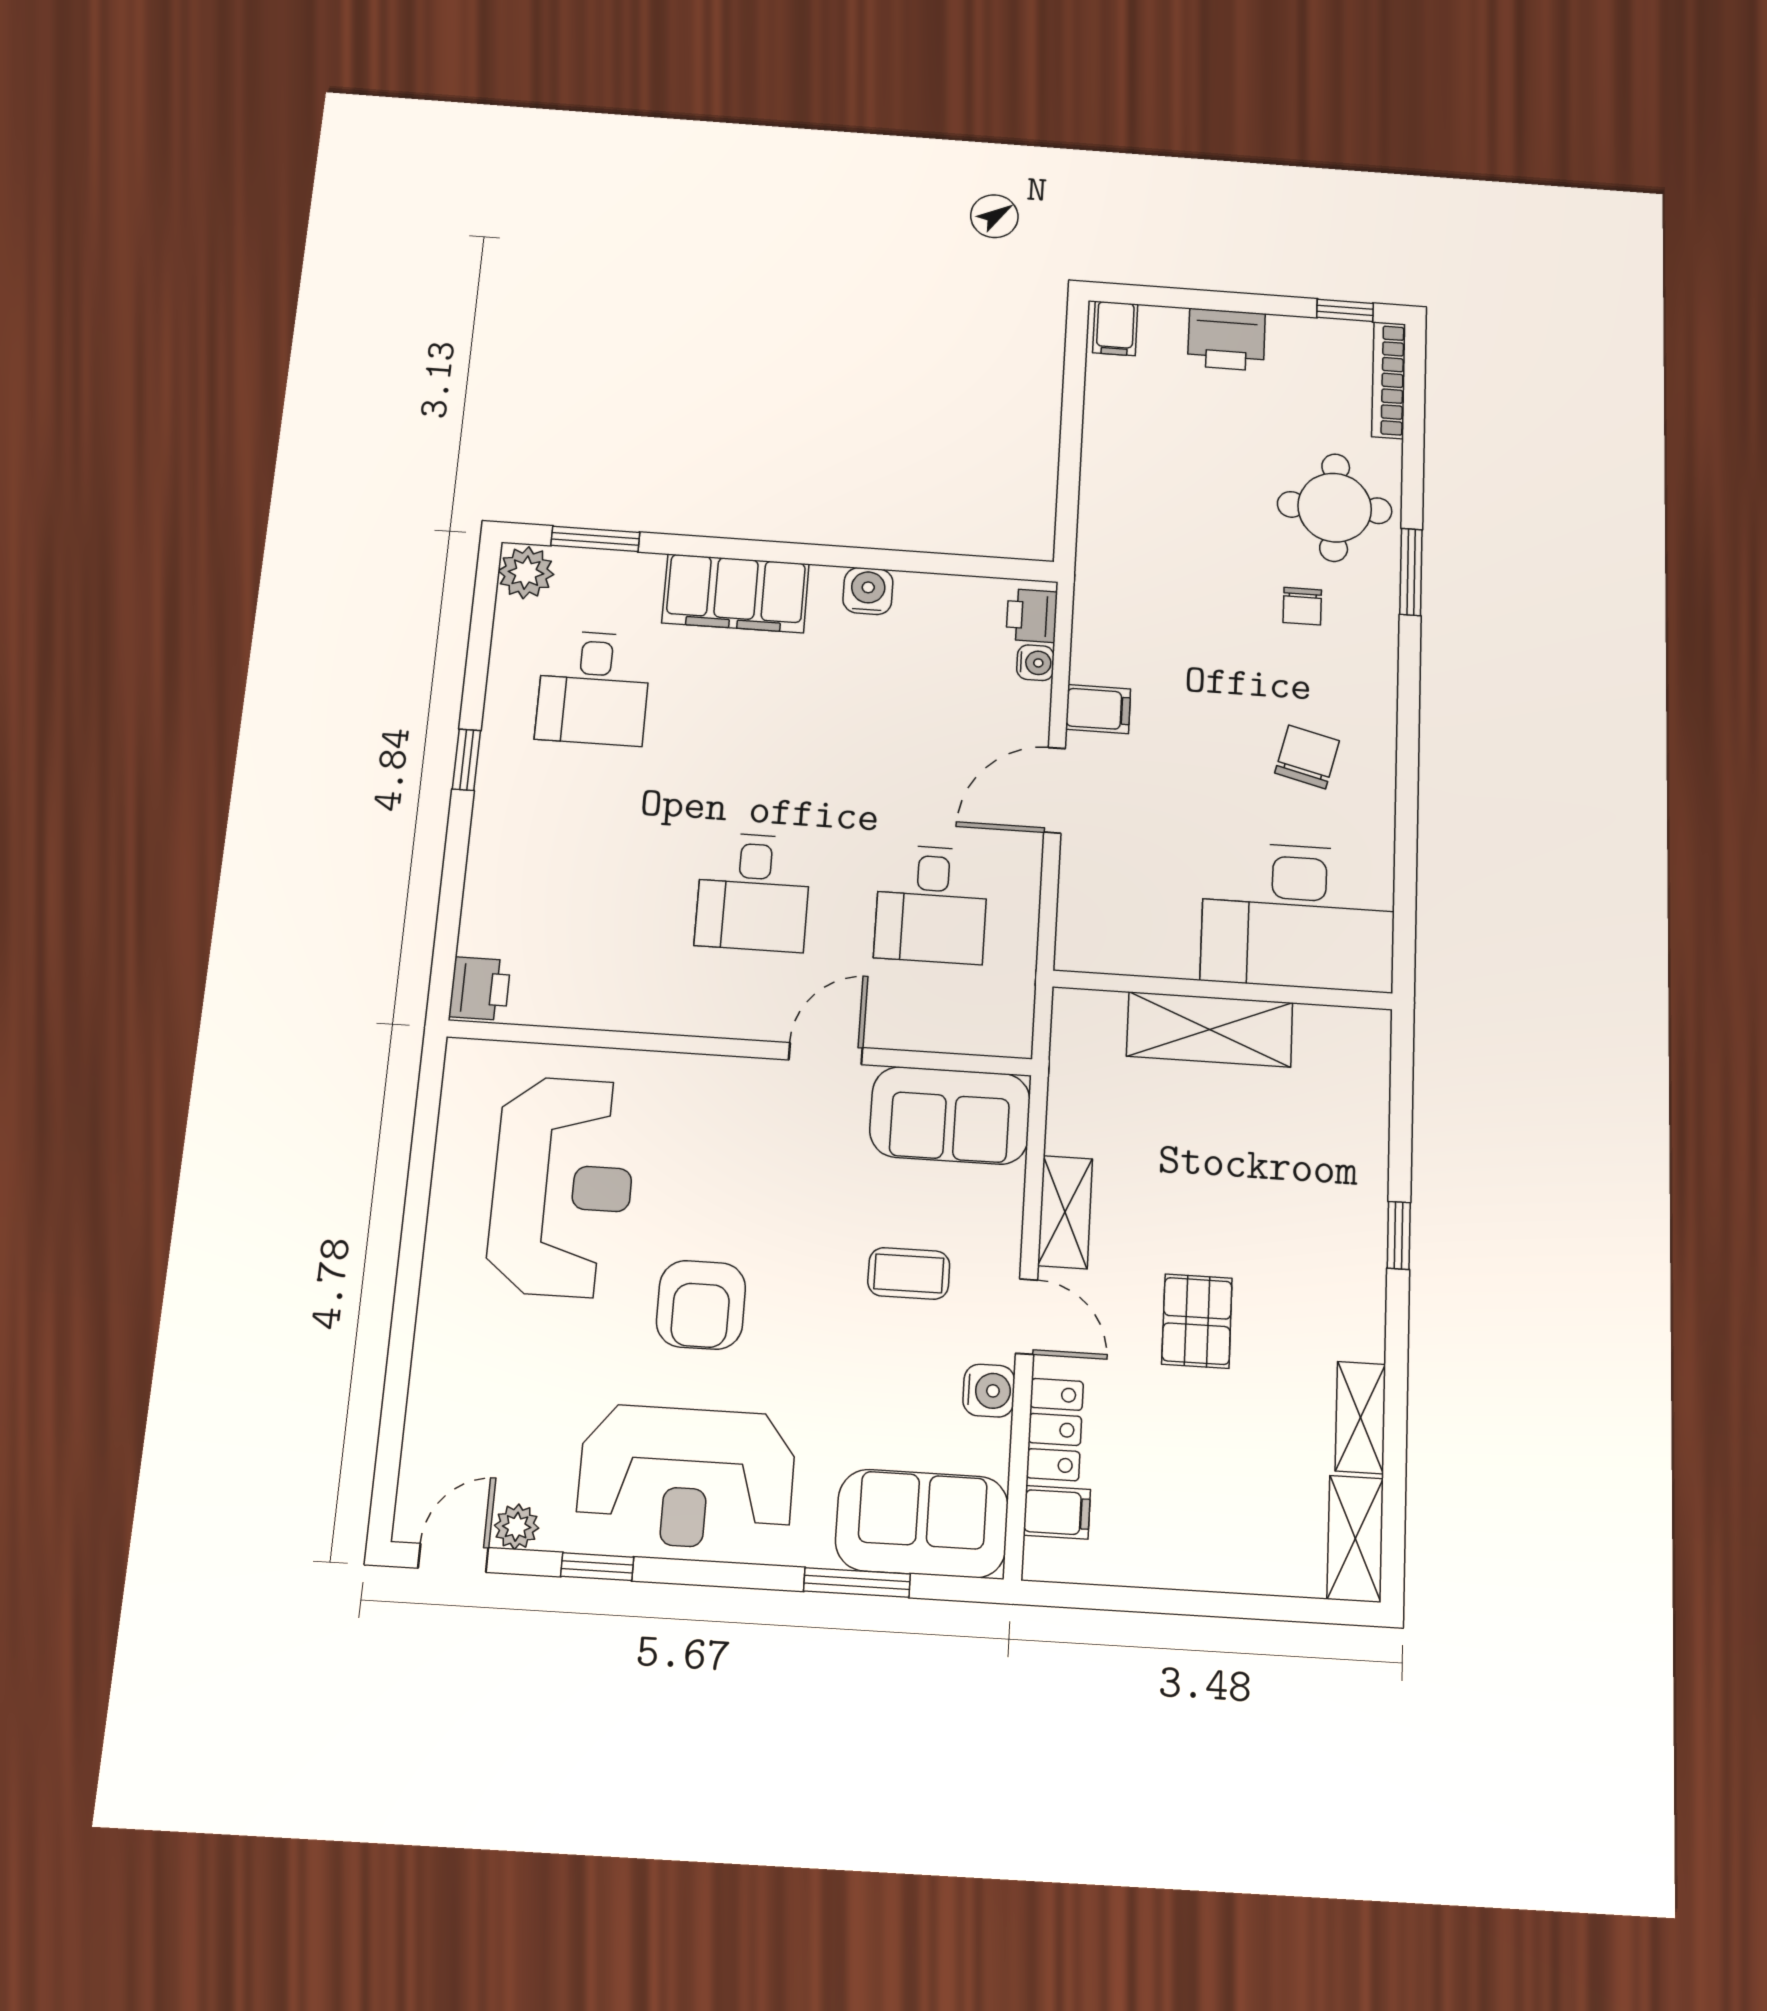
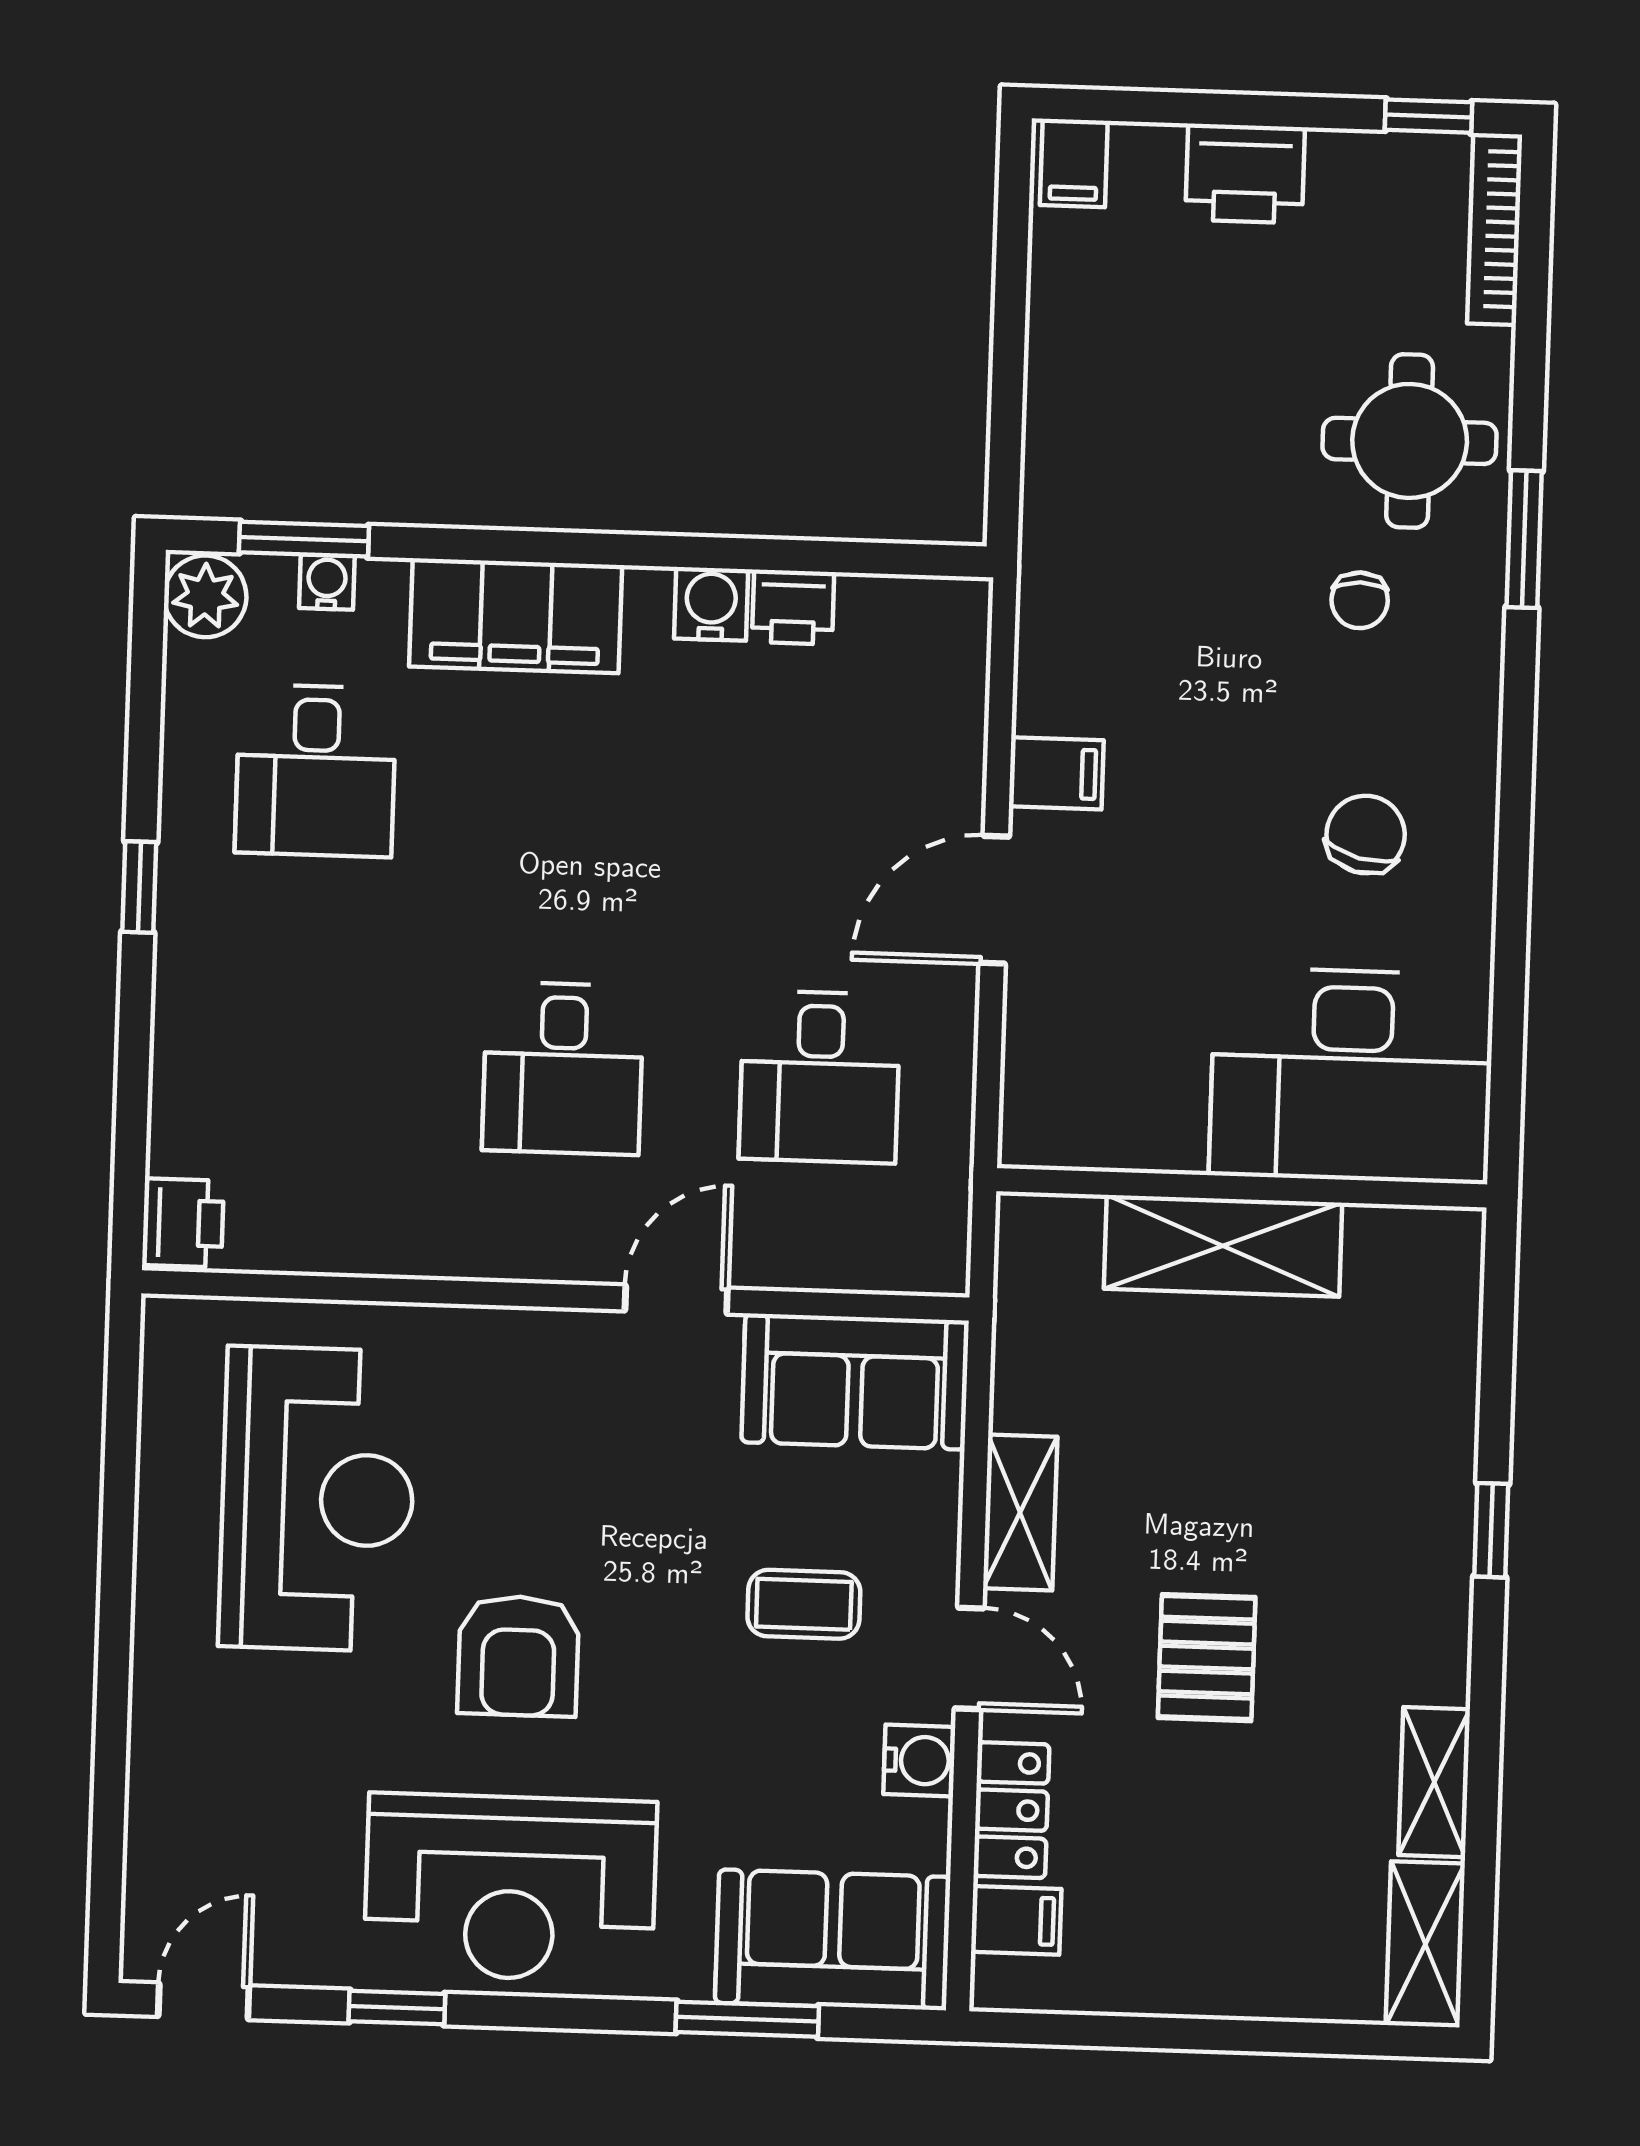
printer: (1032, 616) -> (793, 607), moved, turned -90
water cooler: (1035, 663) -> (327, 582), moved, turned -90
plant: (517, 1527) -> (286, 1959), removed

